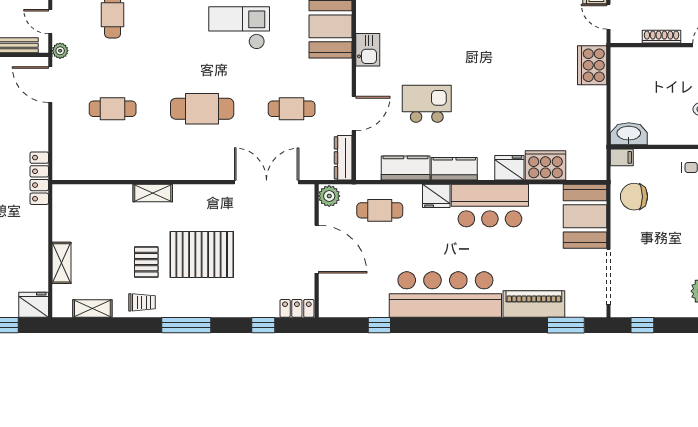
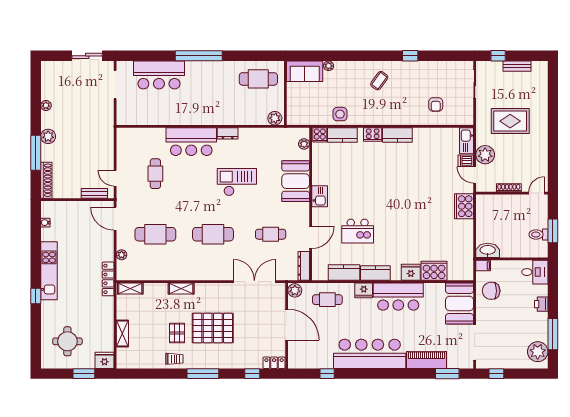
plant: (60, 51) -> (122, 255), moved
kitchen island: (427, 104) -> (358, 231), turned 180
cafe table: (113, 109) -> (155, 234), width x1.37, depth x1.35
shelving: (92, 309) -> (130, 288), moved

